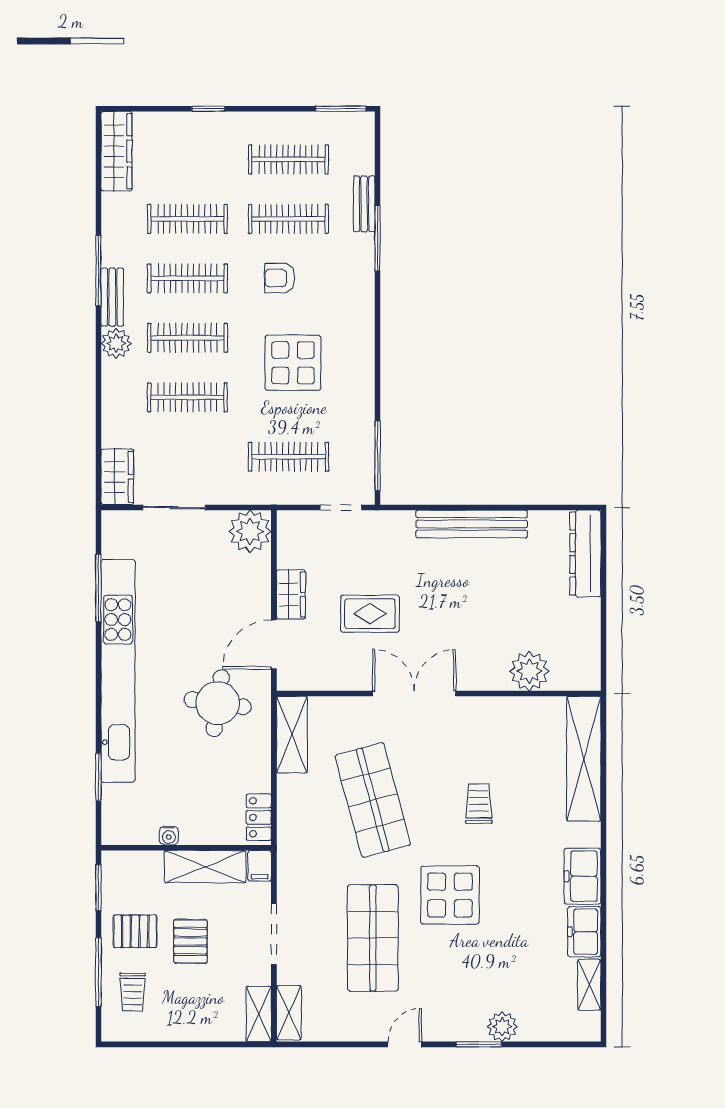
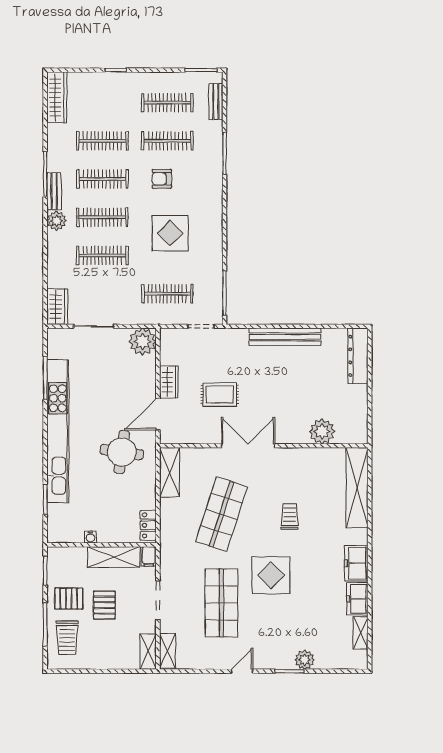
bench: (364, 204) -> (216, 102), moved
shop shelf: (373, 800) -> (221, 514), turned 33
trolley: (133, 992) -> (67, 638), width x1.36, depth x1.39

